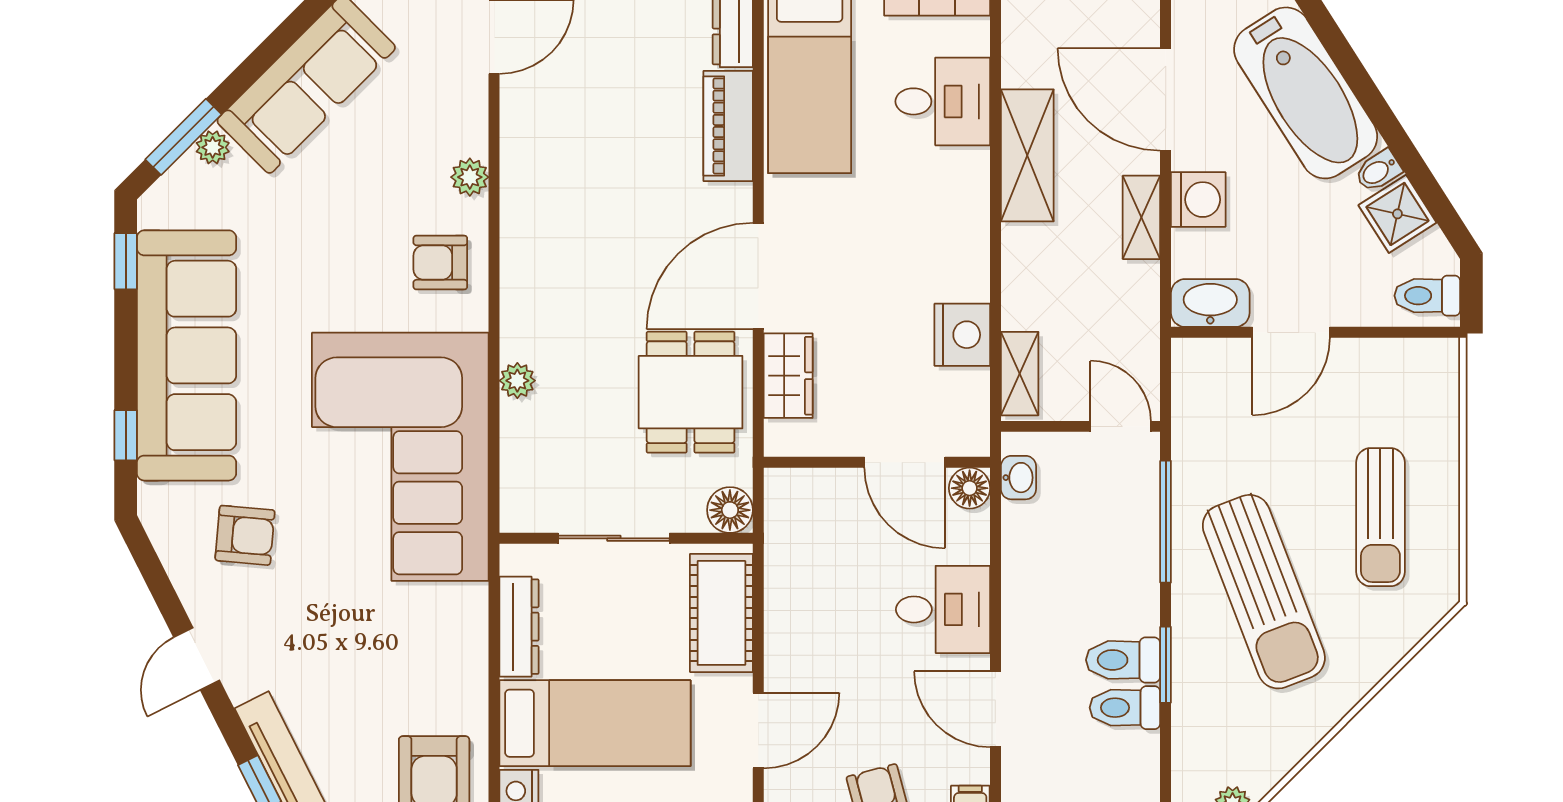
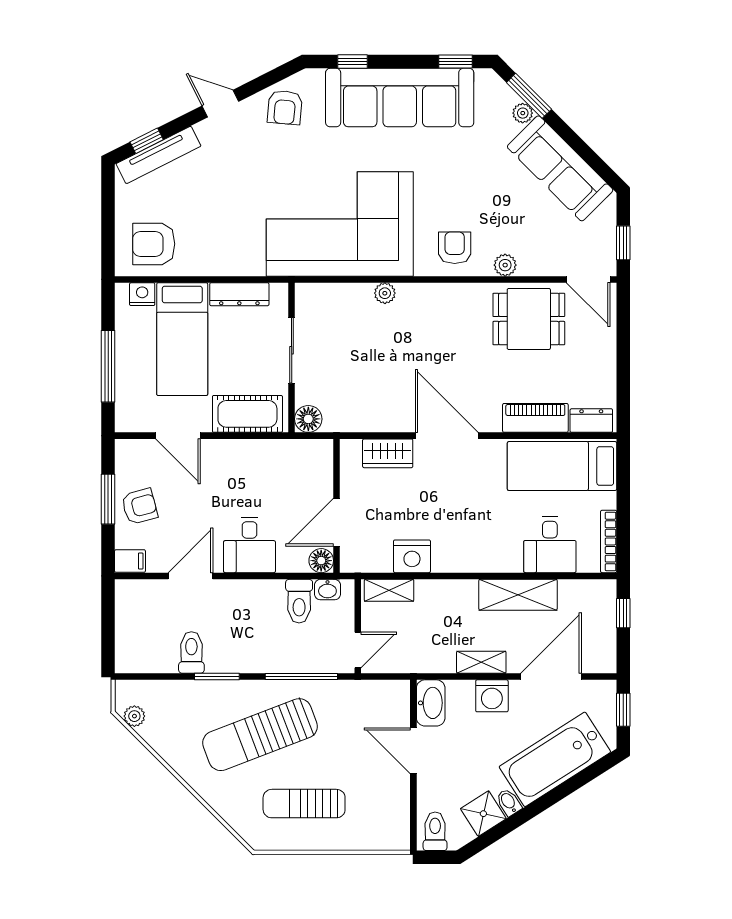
dining table: (691, 392) -> (529, 319), moved
armchair: (245, 535) -> (285, 107), moved
toilet: (1123, 660) -> (299, 601), moved, turned 180

